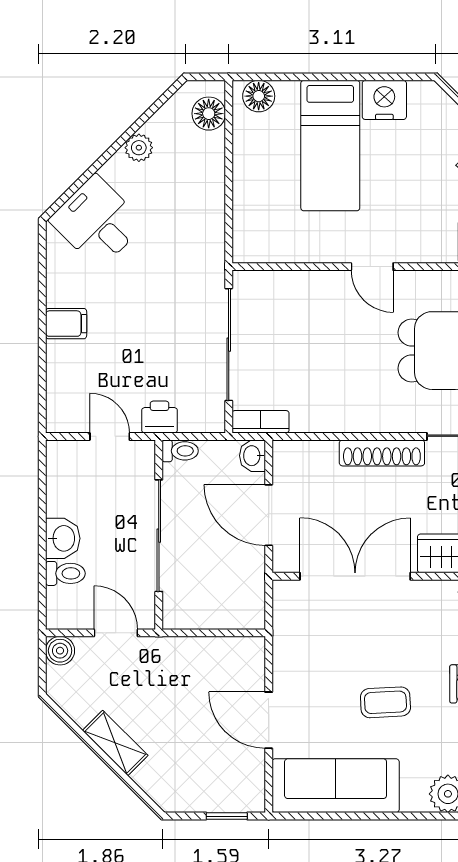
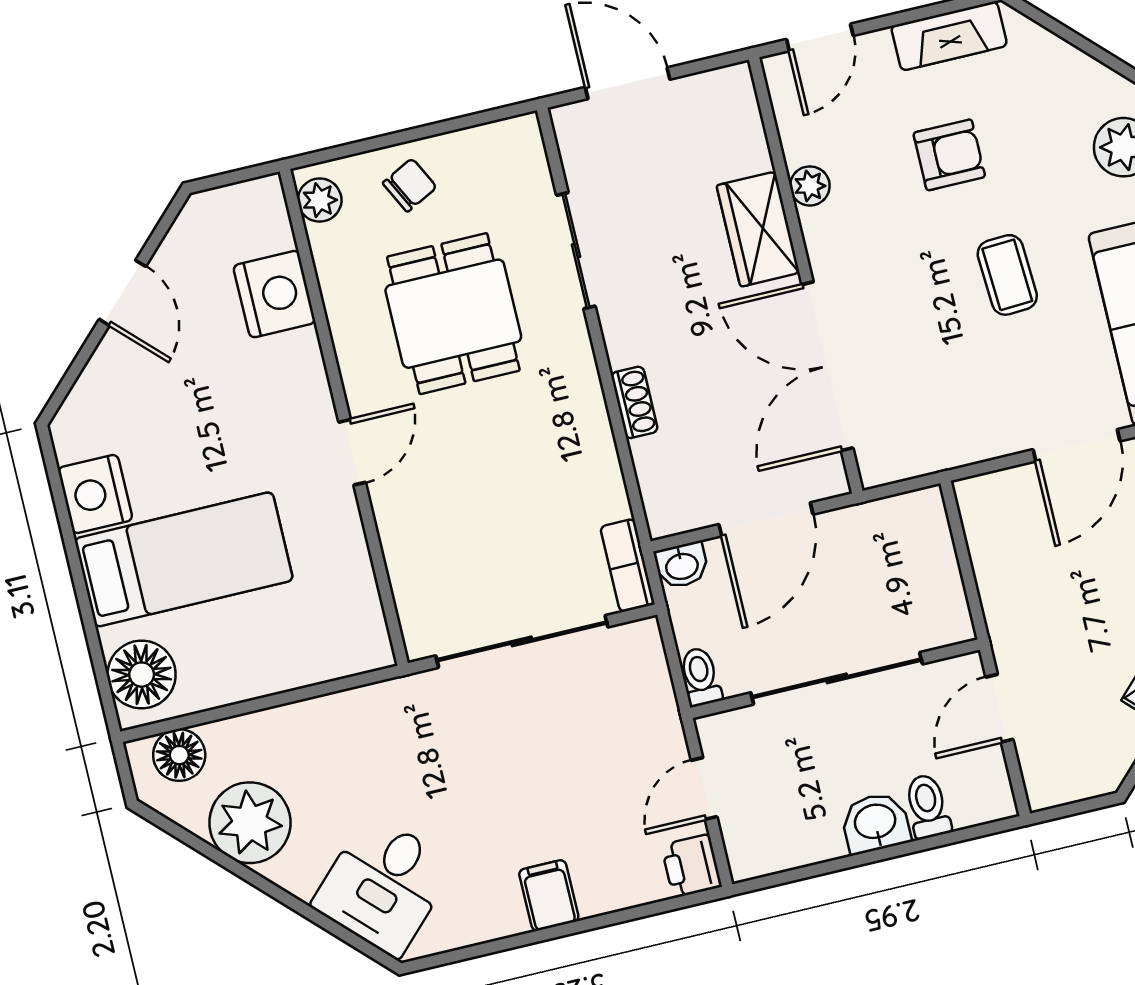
floor lamp: (259, 96) -> (142, 675), width x1.38, depth x1.38
plant: (139, 148) -> (250, 823), width x1.88, depth x1.88
printer: (160, 417) -> (691, 866), moved
shoe rack: (382, 453) -> (634, 402), width x0.51, depth x0.81
boiler: (60, 651) -> (1046, 786), removed

